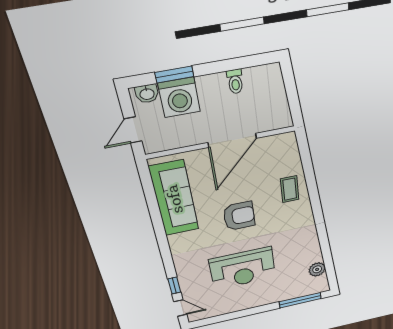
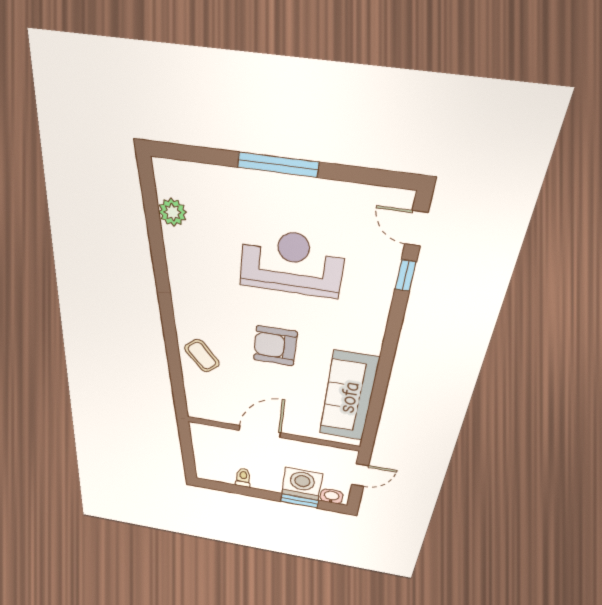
door: (232, 140) -> (260, 431), width x0.73
coffee table: (290, 189) -> (202, 356), turned -41
window: (300, 300) -> (278, 165), moved

